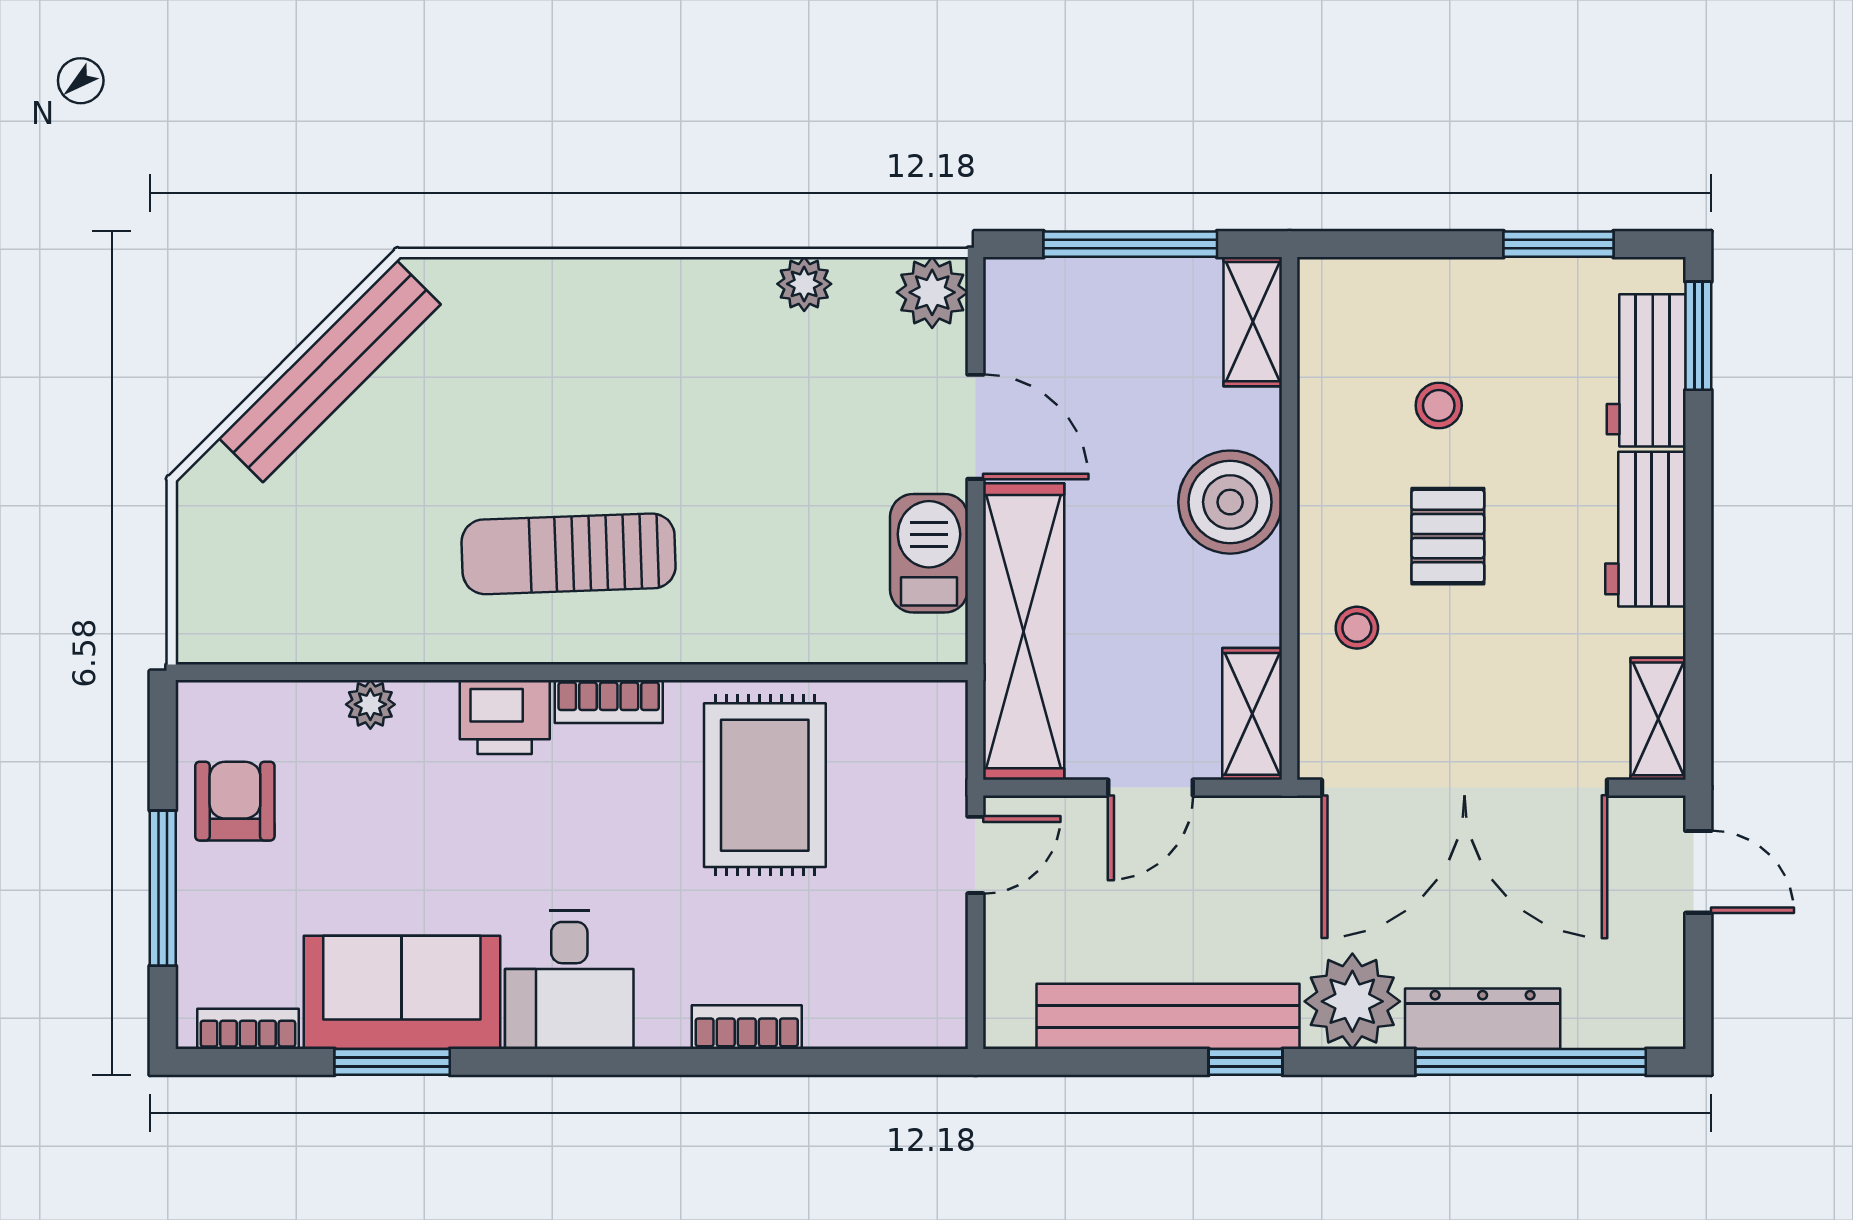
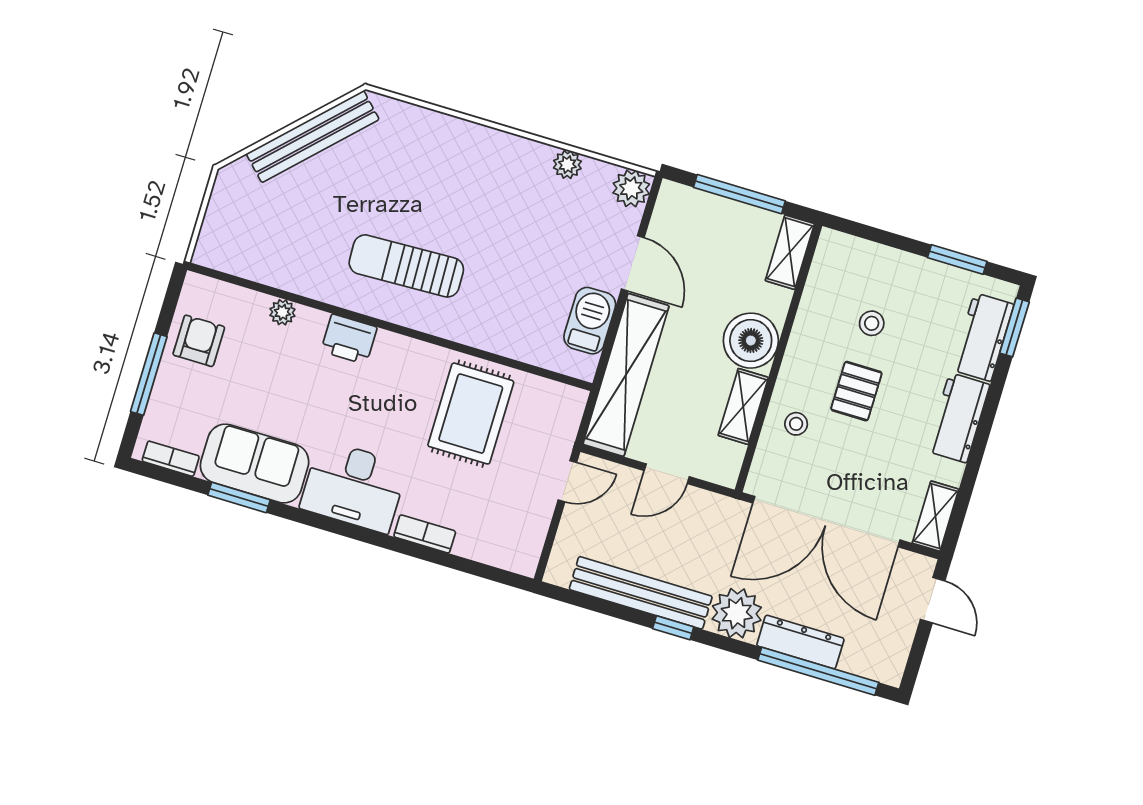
bookcase: (609, 701) -> (404, 347), removed
shelving: (1252, 714) -> (743, 406), moved
desk: (569, 980) -> (354, 486), width x1.37

